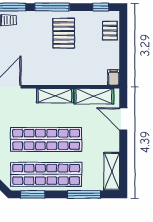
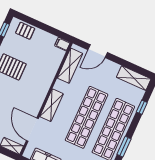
shelving: (55, 96) -> (52, 105), moved
window: (84, 194) -> (142, 107), width x0.46

